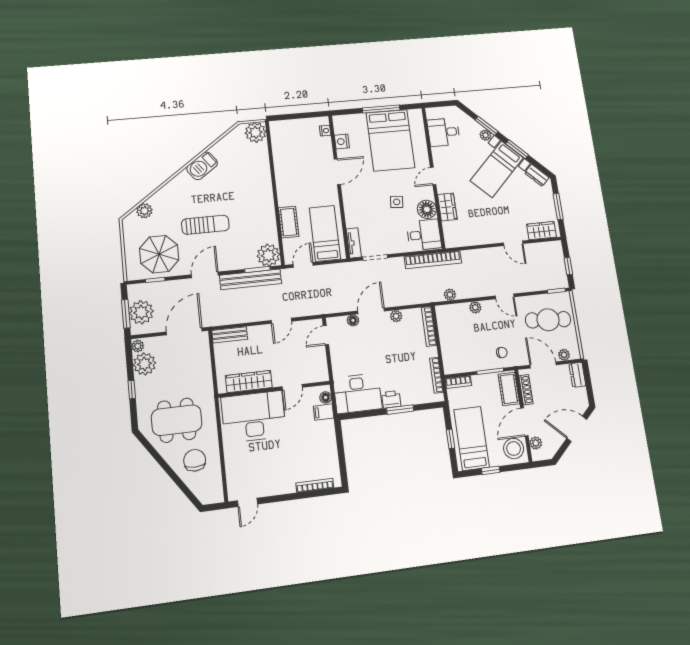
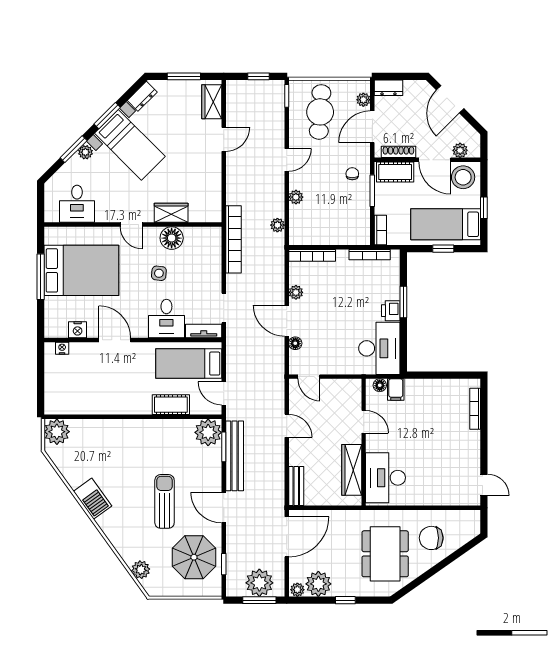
desk: (424, 235) -> (166, 318), moved, turned 180
door: (184, 331) -> (287, 537), swing flipped
desk: (254, 417) -> (386, 478), width x0.73, depth x0.77

